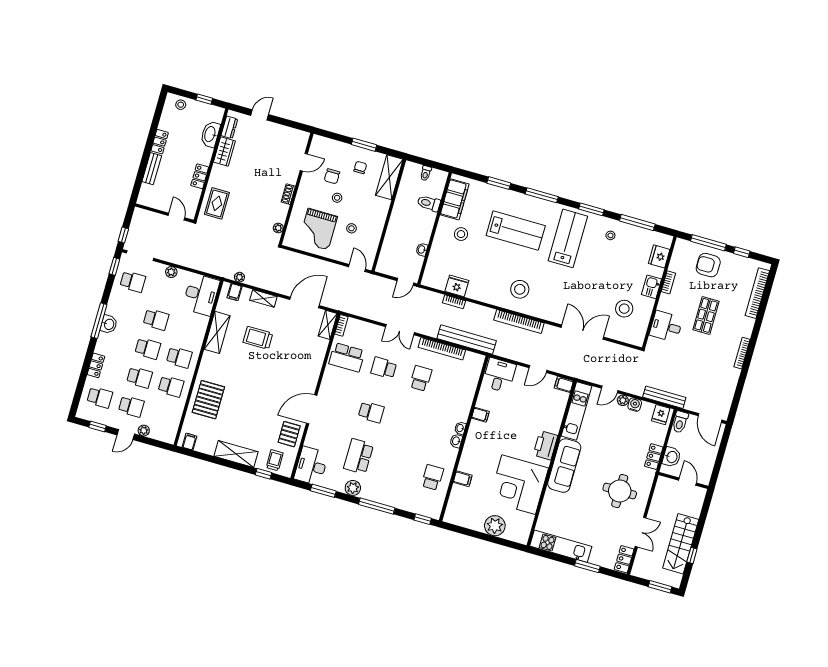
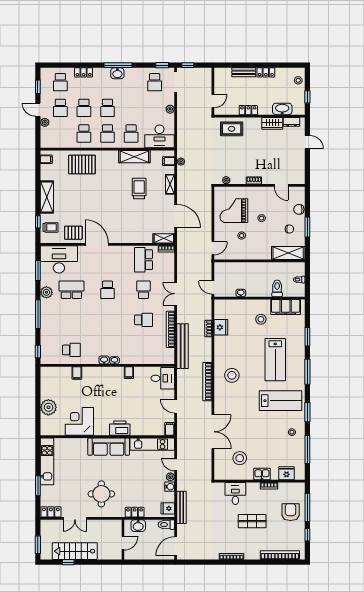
chair: (332, 176) -> (299, 209), moved
school desk: (156, 319) -> (131, 133), moved
desk: (311, 466) -> (59, 259), width x1.36, depth x1.30
corner desk: (519, 485) -> (79, 421), width x0.74, depth x0.74

